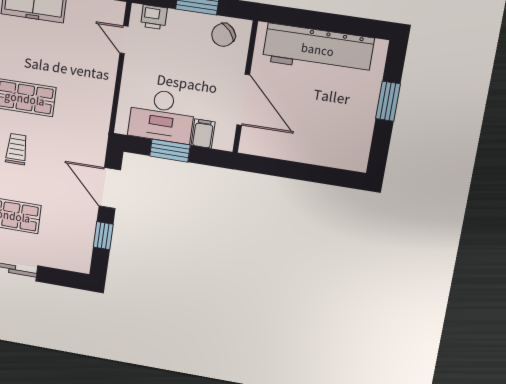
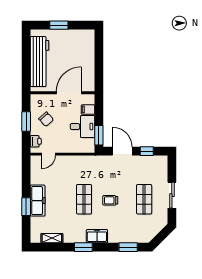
chair: (223, 35) -> (46, 119), moved
desk: (162, 116) -> (82, 127), width x0.73
window: (170, 151) -> (99, 135), moved
door: (110, 188) -> (122, 151), swing flipped

